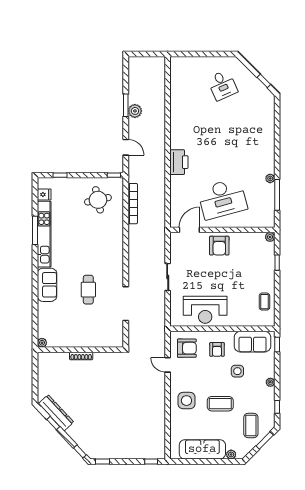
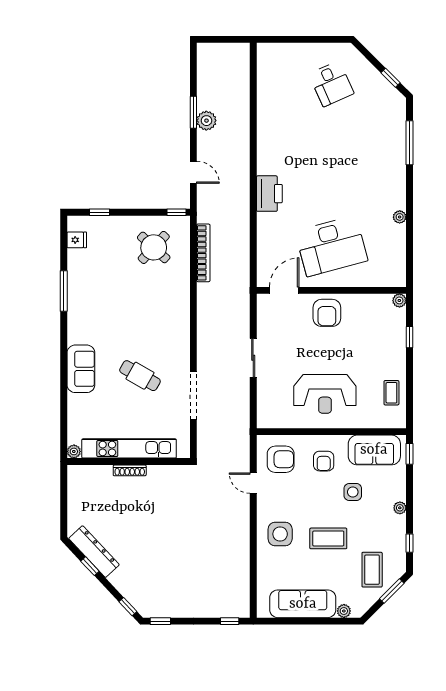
window: (277, 195) -> (409, 143), moved
round table: (98, 200) -> (154, 247), turned -35
kitchen unit: (44, 234) -> (129, 448), moved, turned -90
cafe table: (88, 290) -> (140, 376), turned -60
reception desk: (205, 310) -> (325, 394), moved

